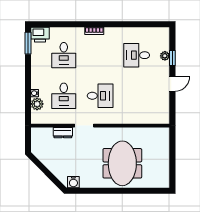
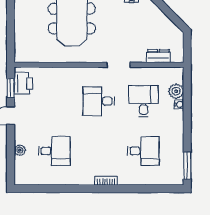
printer: (40, 35) -> (23, 83), moved, turned 90
desk: (64, 55) -> (143, 151), turned 90
window: (172, 58) -> (11, 88), moved
dresser: (63, 133) -> (158, 56), moved

